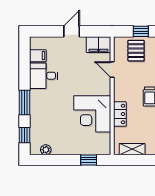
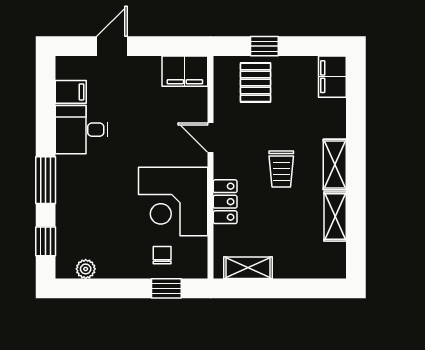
door: (72, 31) -> (112, 46), moved
door: (112, 69) -> (211, 138), moved
chair: (86, 142) -> (162, 255), added

